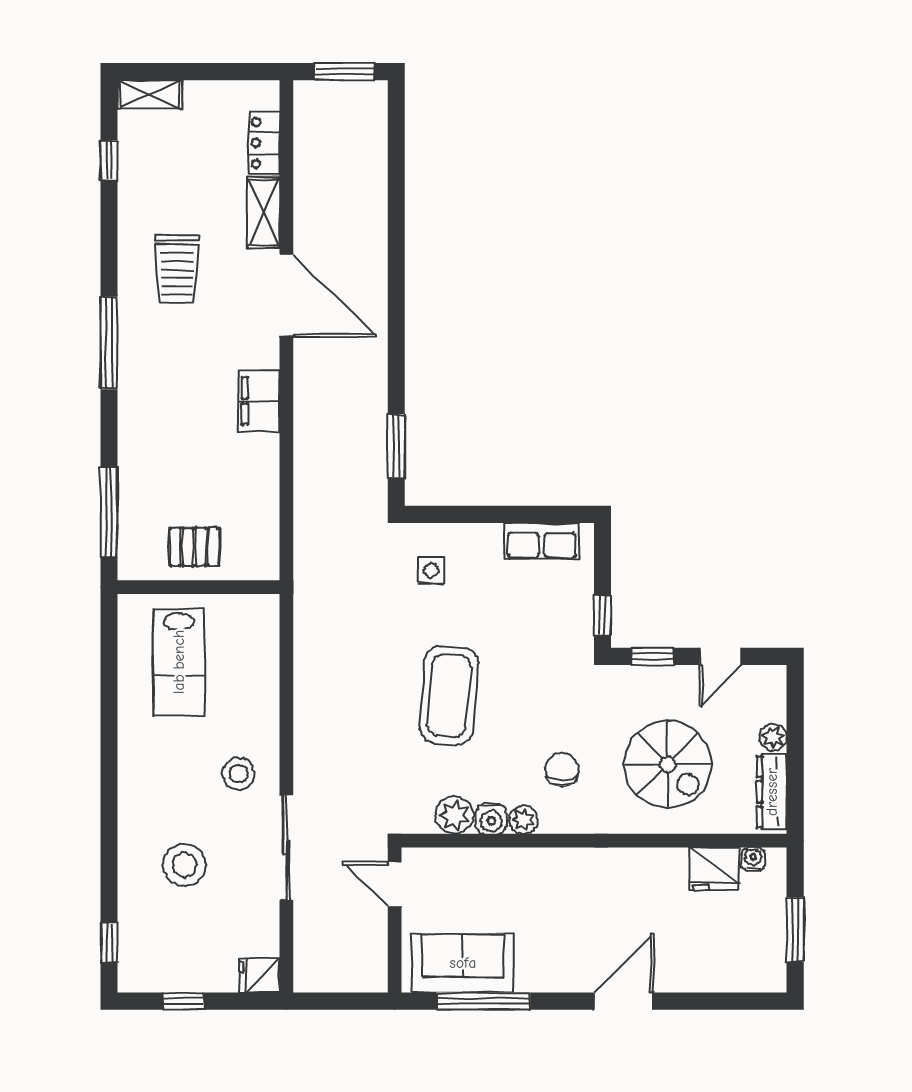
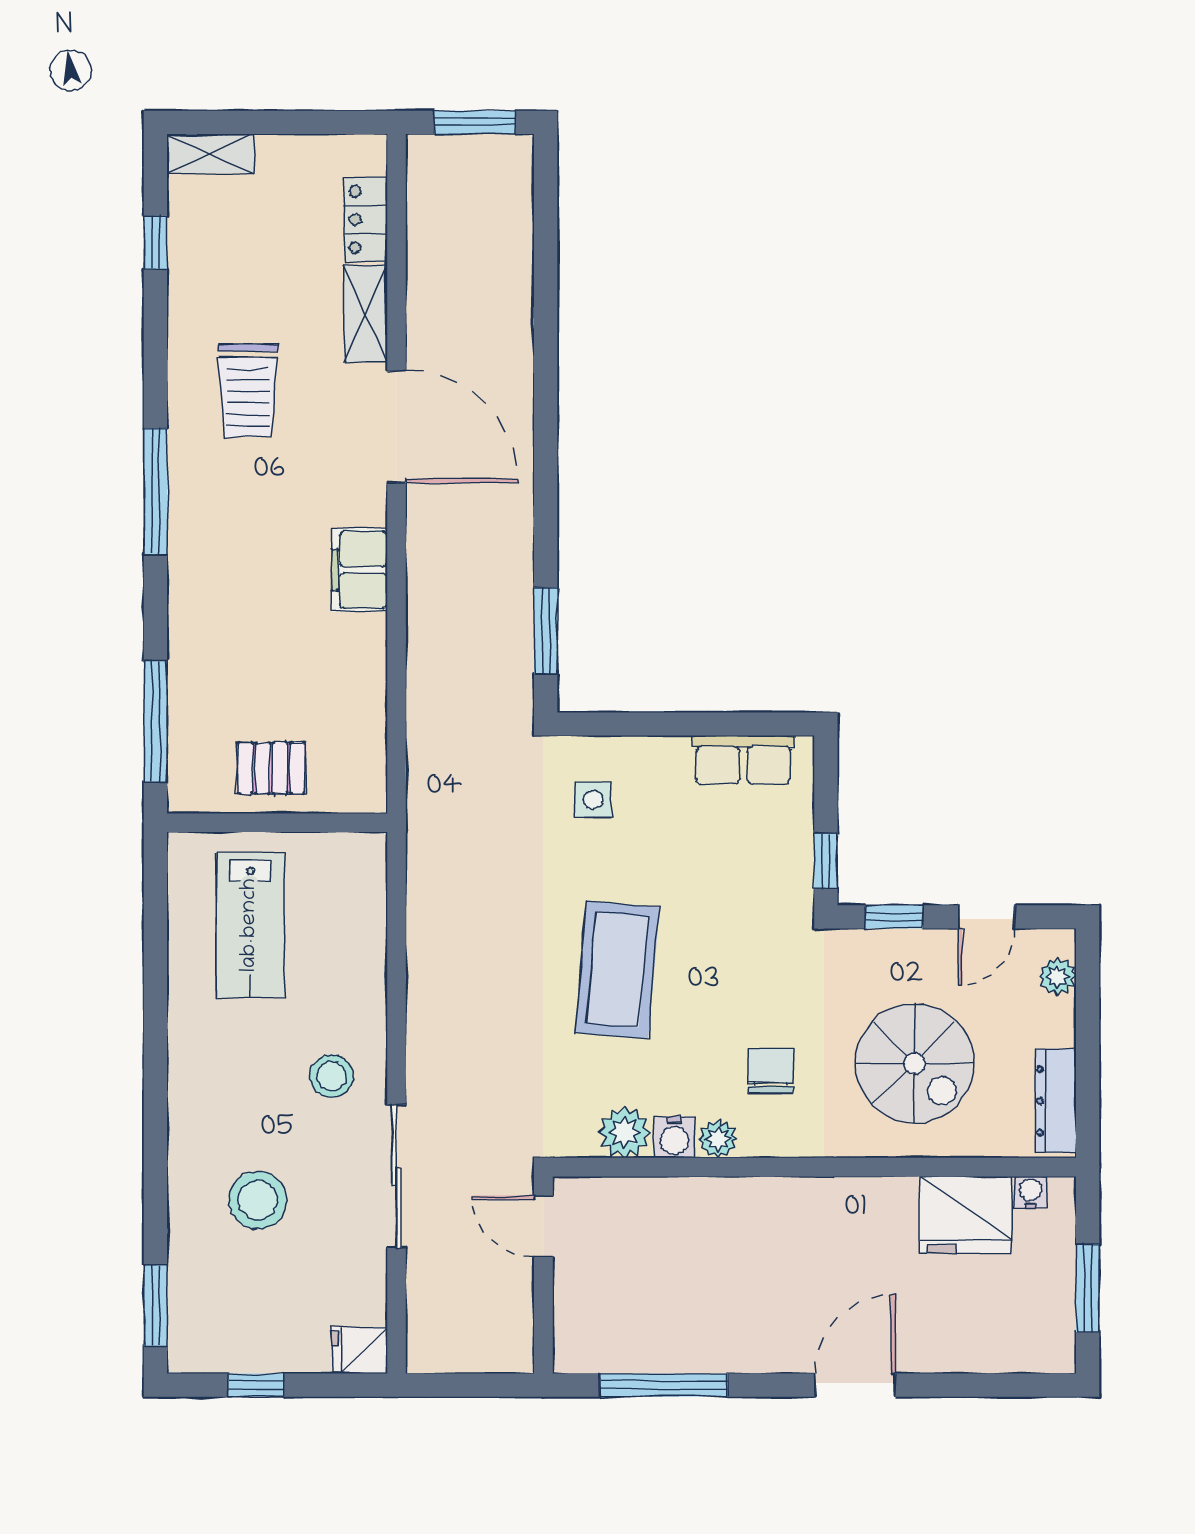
plant: (773, 737) -> (1058, 976), moved
fridge: (714, 869) -> (965, 1215), width x1.36, depth x1.34
window: (109, 943) -> (155, 1306), width x1.50
sofa: (463, 963) -> (636, 1334), removed

